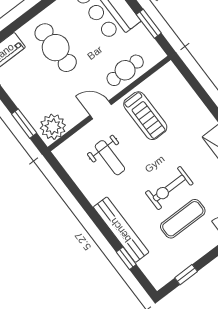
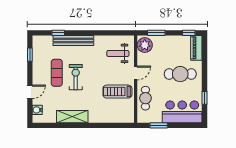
weight bench: (110, 158) -> (118, 53), moved

